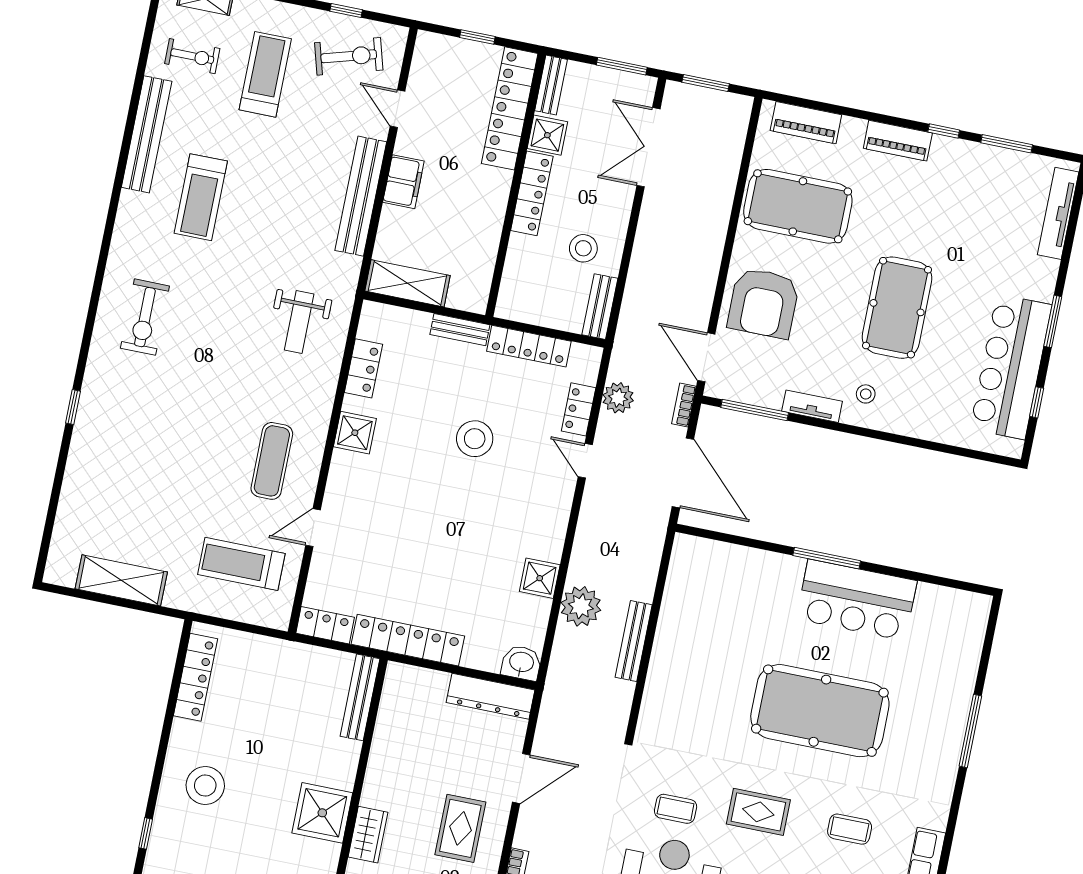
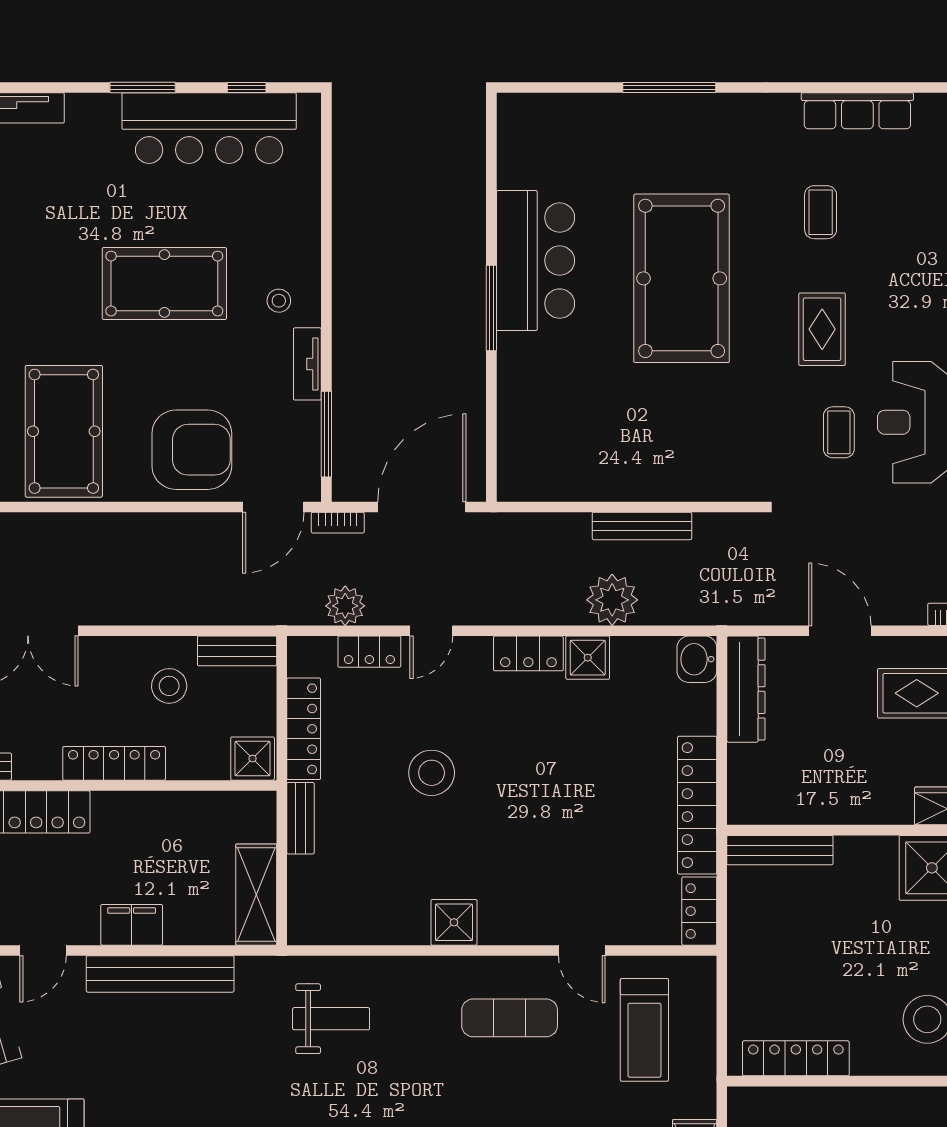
shower: (547, 135) -> (253, 759), moved
locker: (363, 368) -> (528, 653), moved, turned 180

